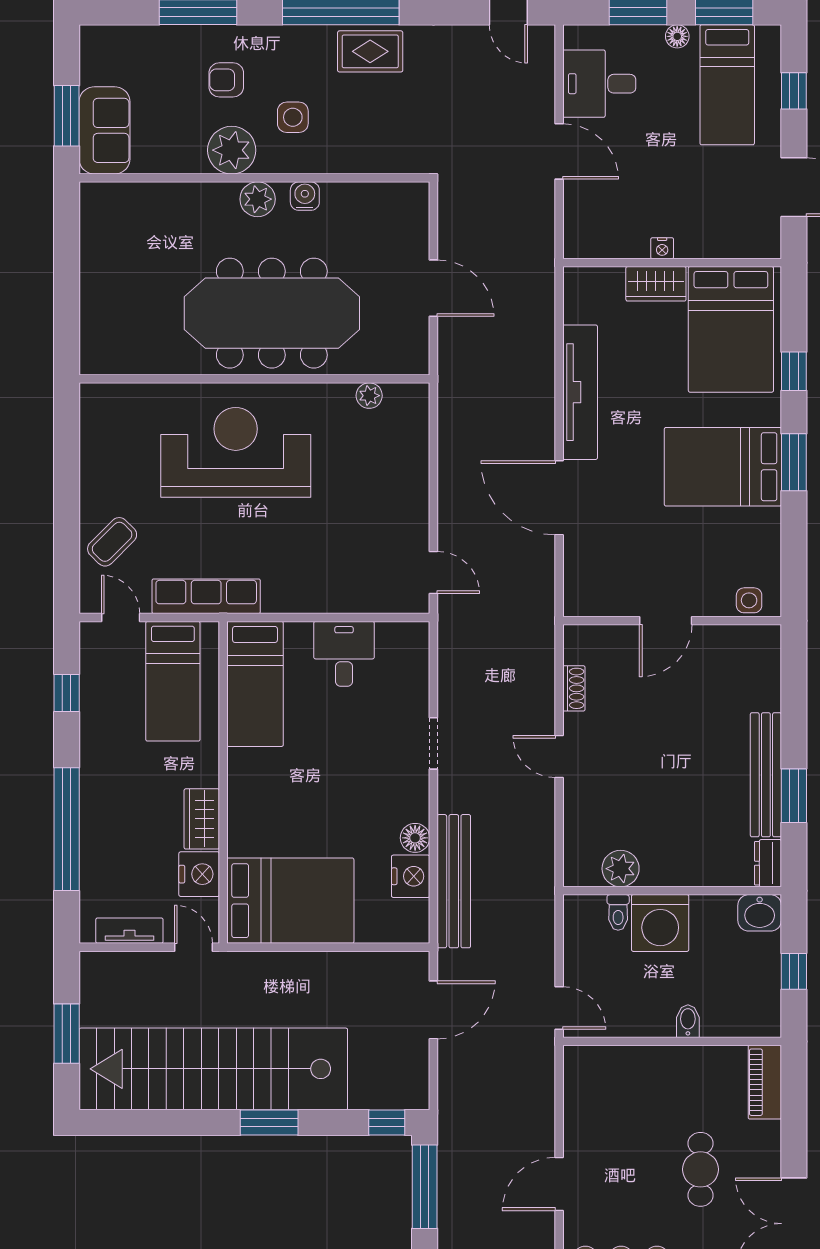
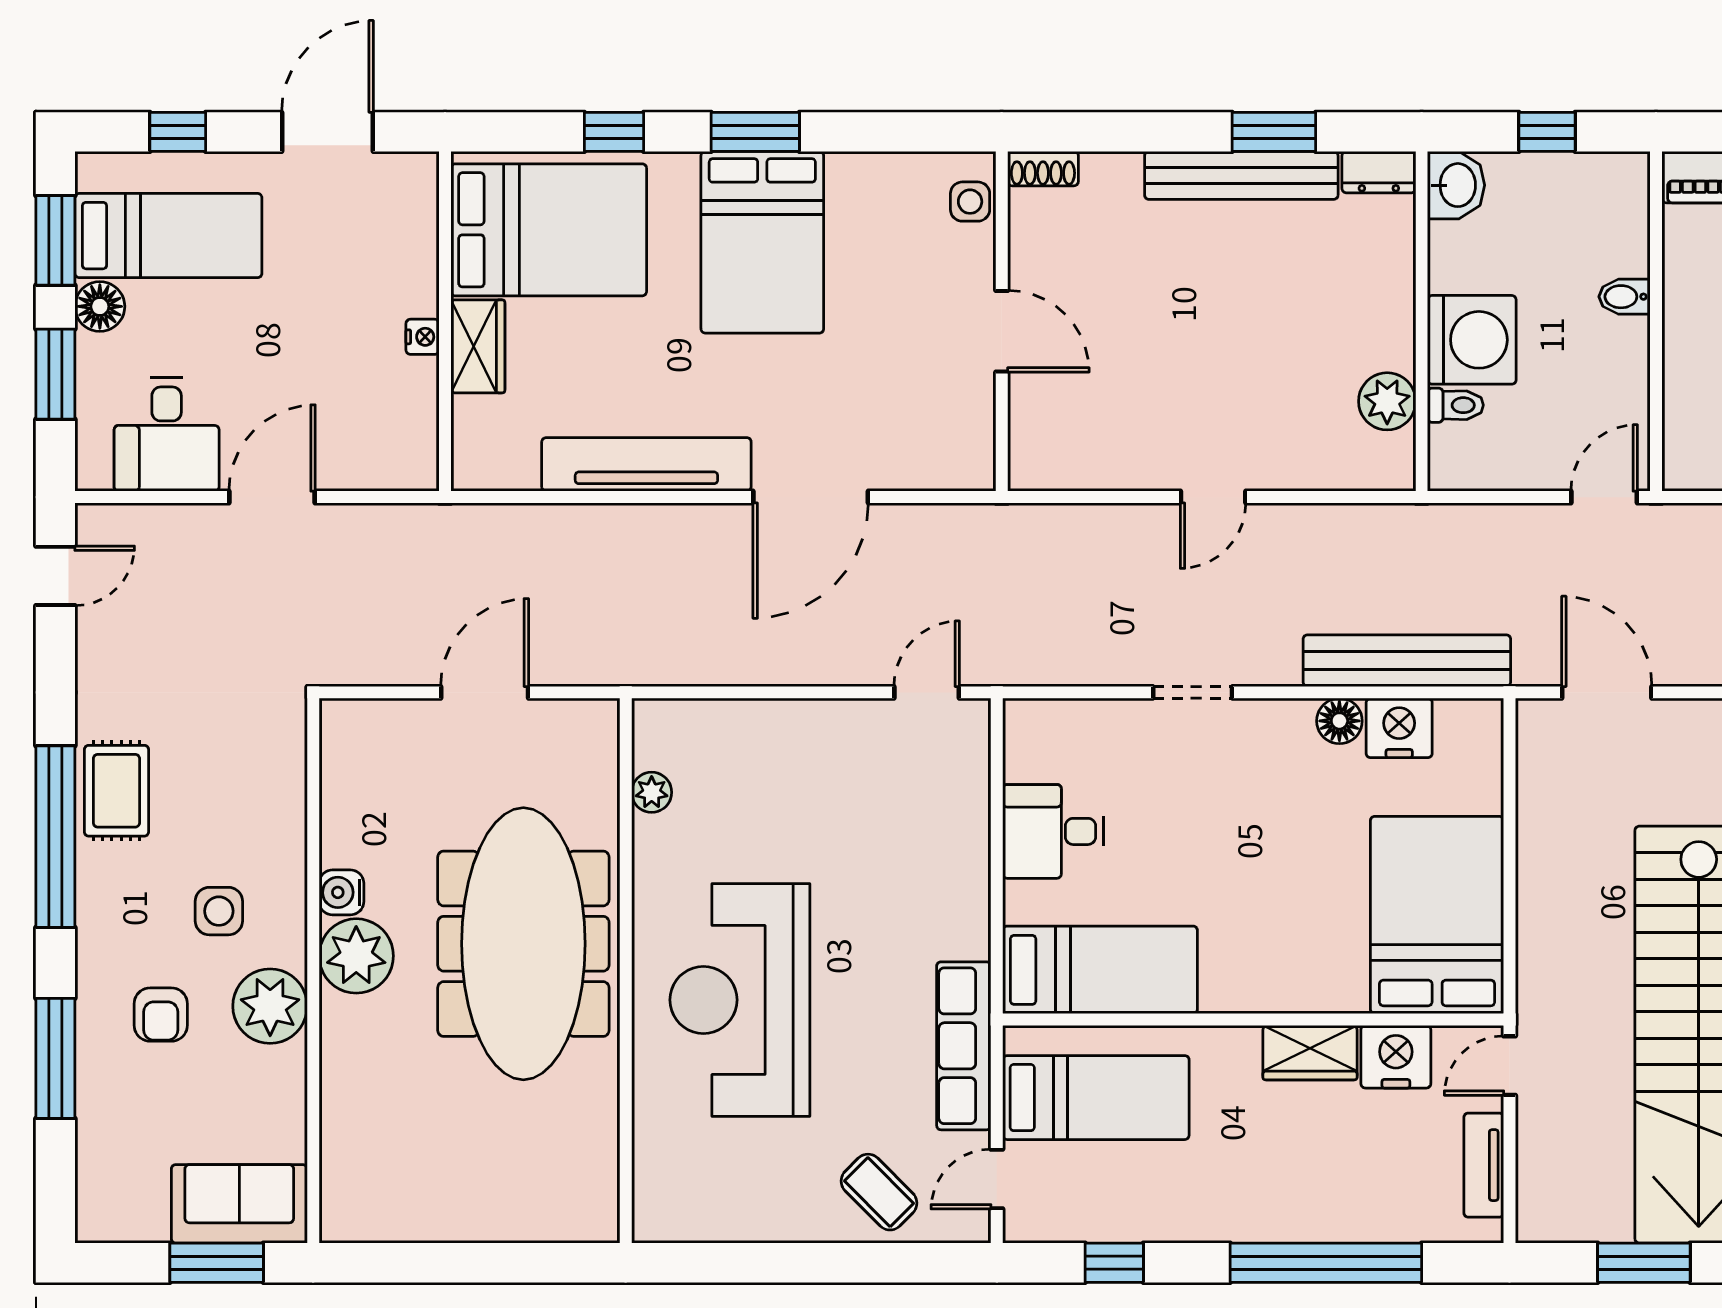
floor lamp: (677, 36) -> (100, 306), width x1.37, depth x1.37
plant: (258, 199) -> (356, 956), width x1.36, depth x1.36
shoe rack: (574, 688) -> (1043, 169), moved, turned 180

